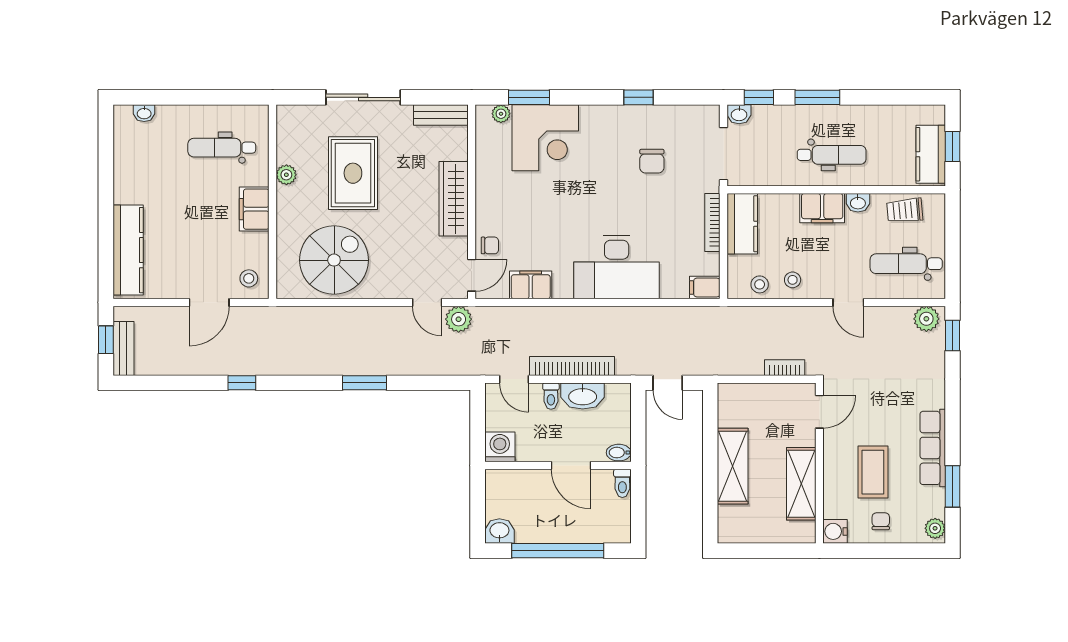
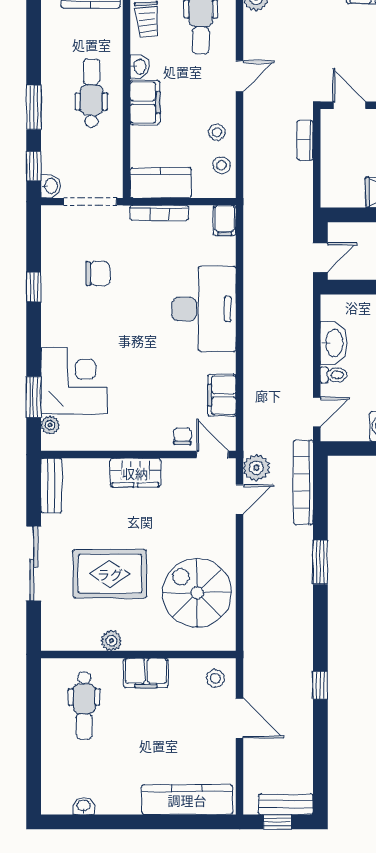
washbasin: (144, 113) -> (84, 806), moved, turned -90
wardrobe: (454, 199) -> (135, 473), width x0.67
bookcase: (572, 366) -> (303, 482), moved

